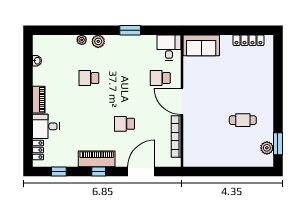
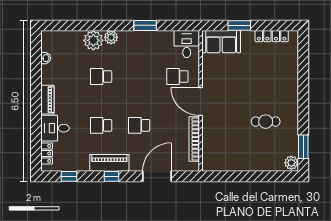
window: (218, 30) -> (239, 25), added
plant: (82, 40) -> (93, 40), width x1.87, depth x1.87
school desk: (89, 124) -> (101, 125), added
plant: (267, 148) -> (291, 163), moved

